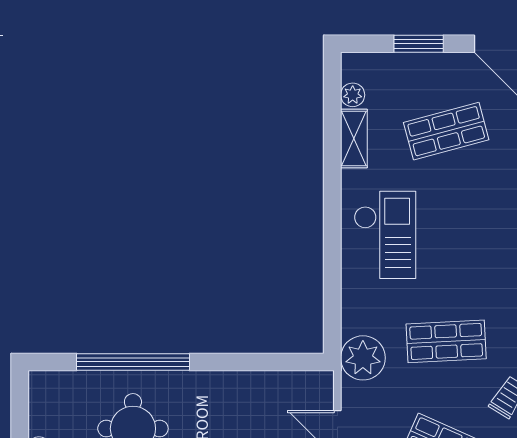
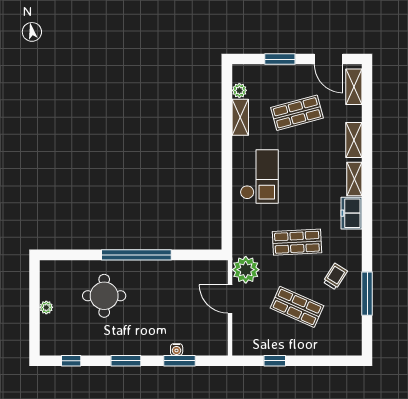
plant: (363, 358) -> (246, 270), moved
window: (133, 362) -> (136, 255), moved

